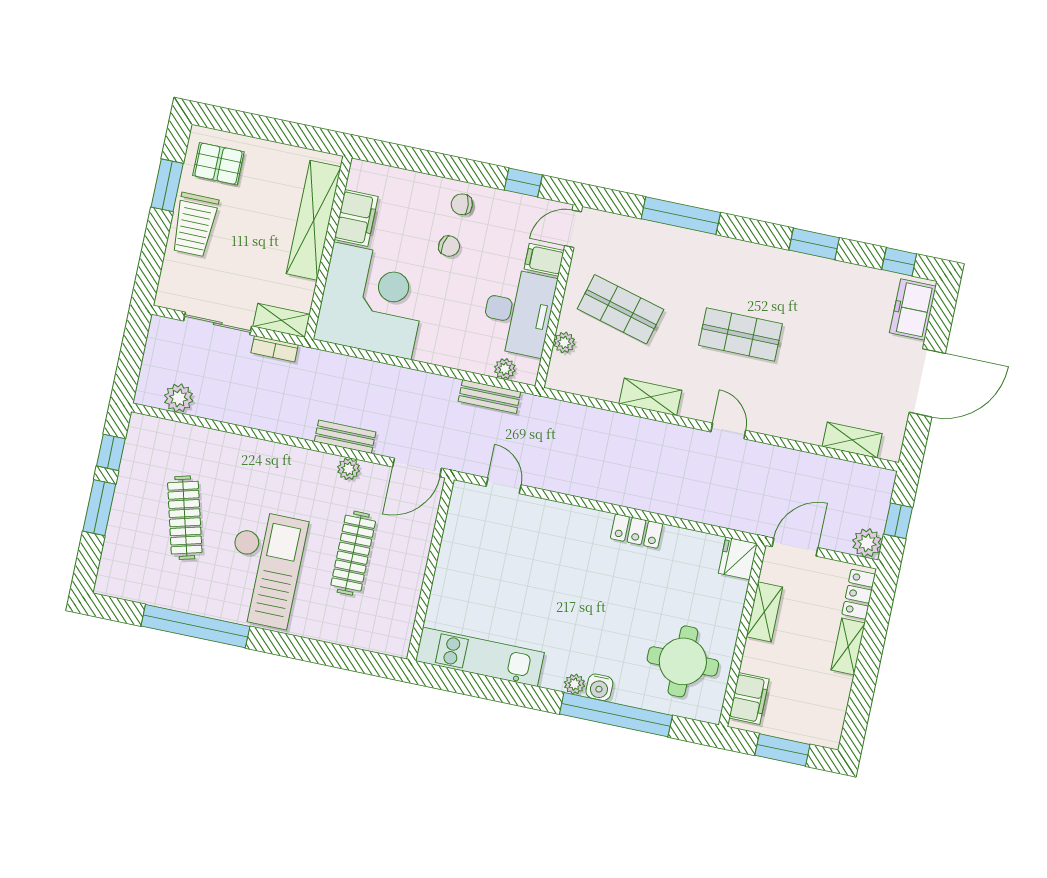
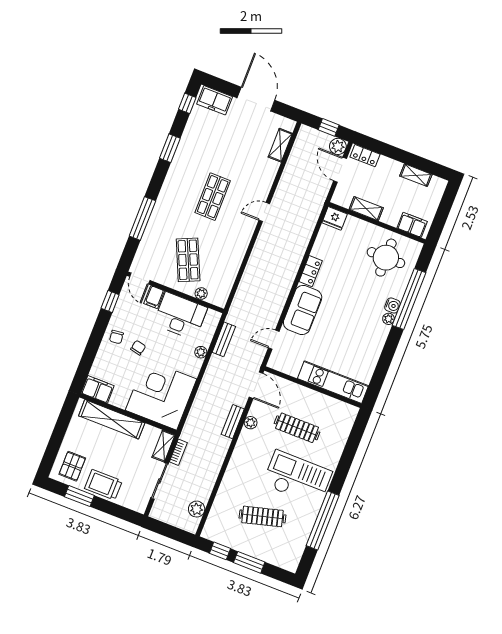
filing cabinet: (356, 218) -> (98, 389), moved
trolley: (195, 225) -> (103, 485), turned 180
shop shelf: (621, 309) -> (188, 260), turned -39
plant: (505, 369) -> (201, 352), moved
shelving: (650, 397) -> (239, 251), removed
sofa: (565, 528) -> (303, 310), added
door: (795, 547) -> (340, 170), moved
shelving: (848, 647) -> (416, 175), moved
kitchen unit: (480, 657) -> (333, 382), moved, turned 90
window: (782, 750) -> (443, 211), removed

